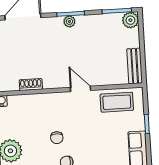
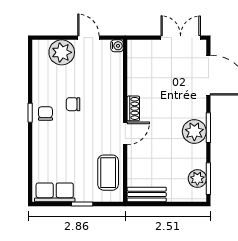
plant: (130, 20) -> (197, 179), moved
plant: (69, 21) -> (194, 131), width x1.88, depth x1.88
shoe rack: (31, 85) -> (133, 108), moved

